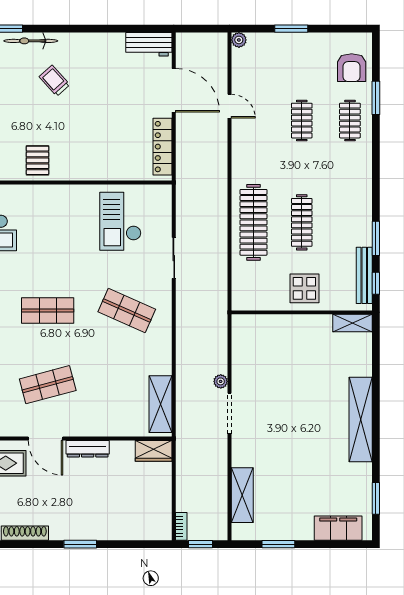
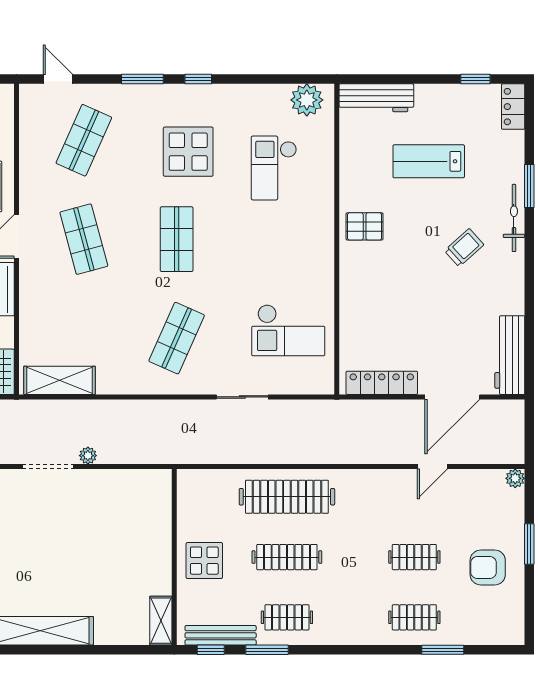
workbench: (149, 44) -> (510, 355), width x1.38
armchair: (352, 68) -> (488, 567), moved
checkout: (120, 221) -> (288, 330), turned 180
clothes rail: (350, 222) -> (287, 617), added

